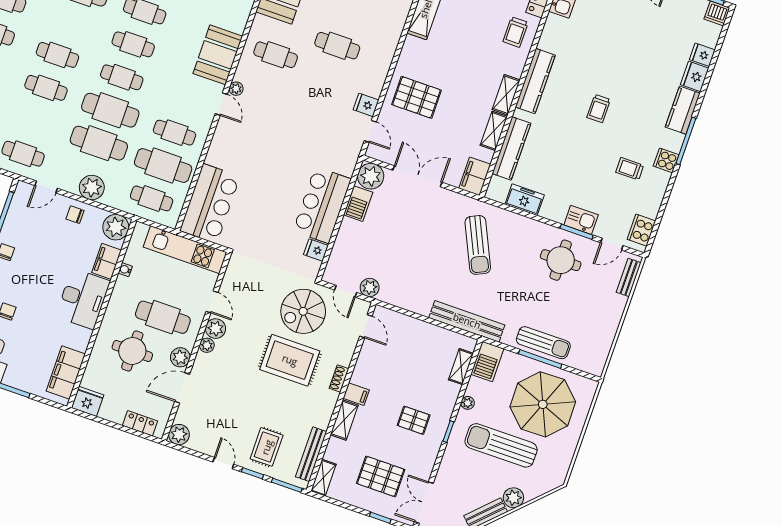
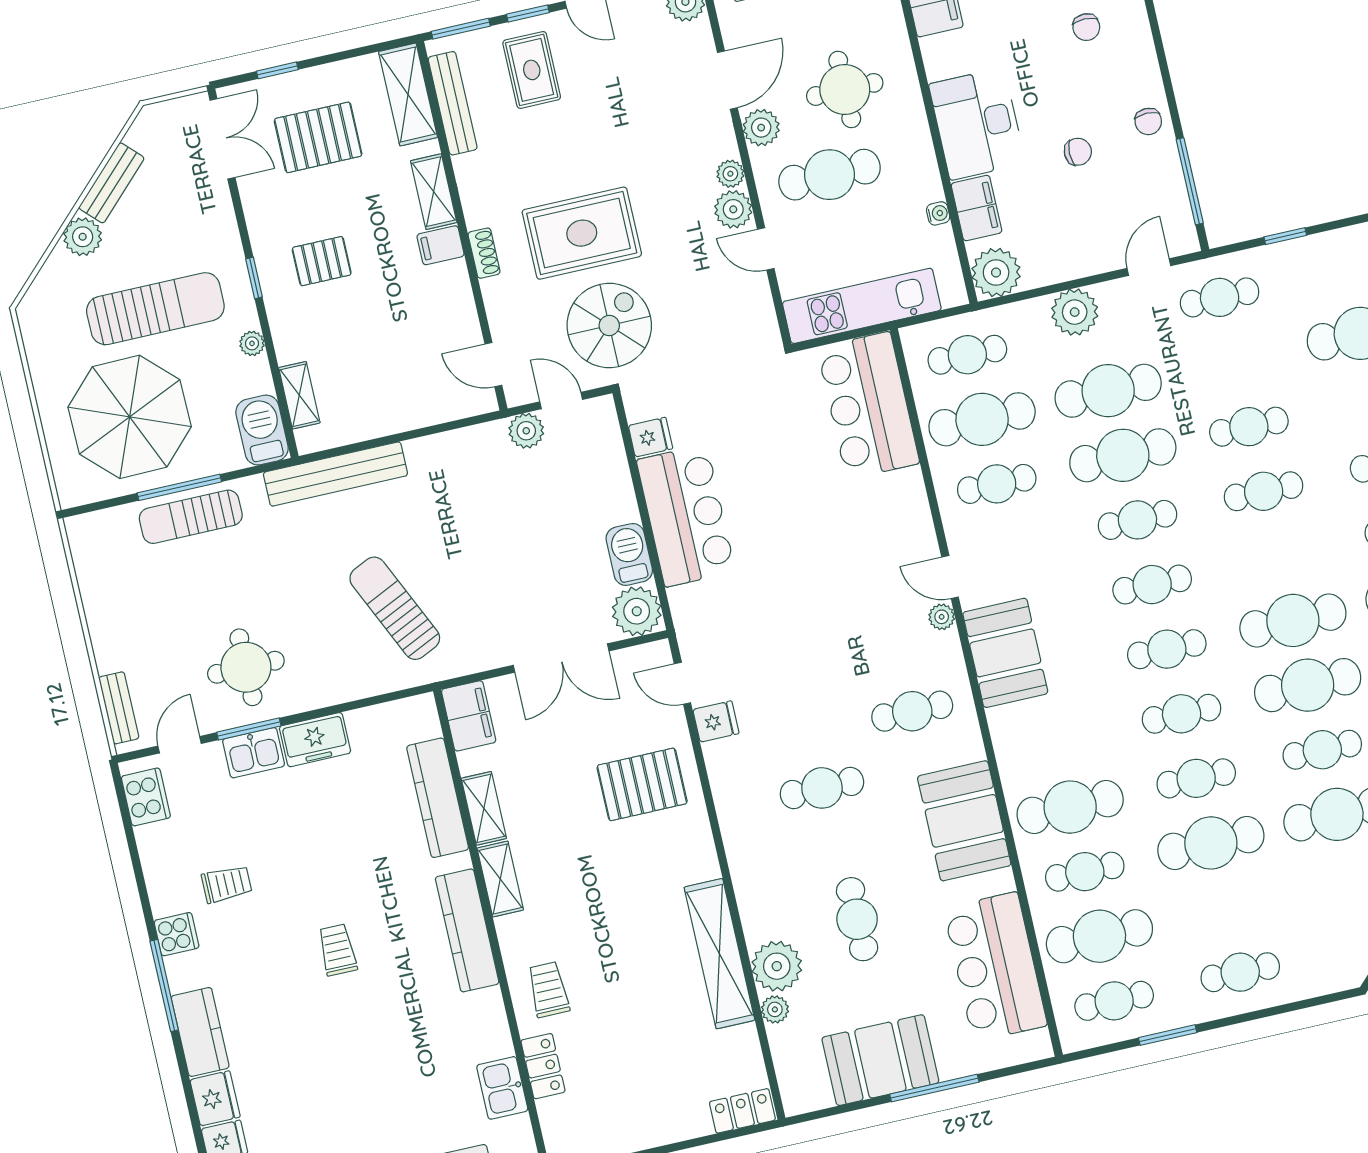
freezer: (525, 200) -> (315, 740), moved
chair: (75, 215) -> (1078, 152), moved
shelving: (323, 478) -> (408, 95), width x1.50, depth x1.33

